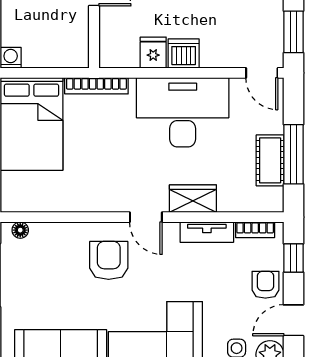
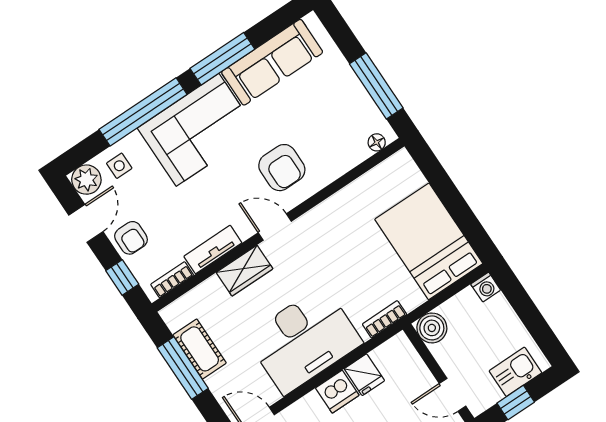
boiler: (75, 54) -> (432, 328), added
bookcase: (96, 86) -> (384, 319), width x0.64

